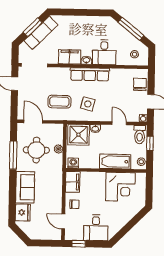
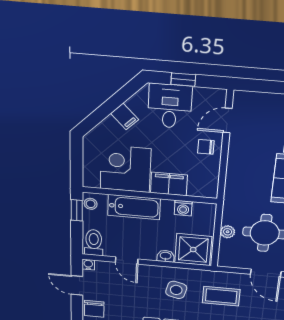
window: (150, 143) -> (77, 210), moved
washing machine: (73, 163) -> (183, 208), moved
filing cabinet: (73, 182) -> (169, 184), moved, turned 90
filing cabinet: (121, 220) -> (125, 116), added
door: (63, 221) -> (227, 120), swing flipped
window: (79, 244) -> (183, 80), moved

